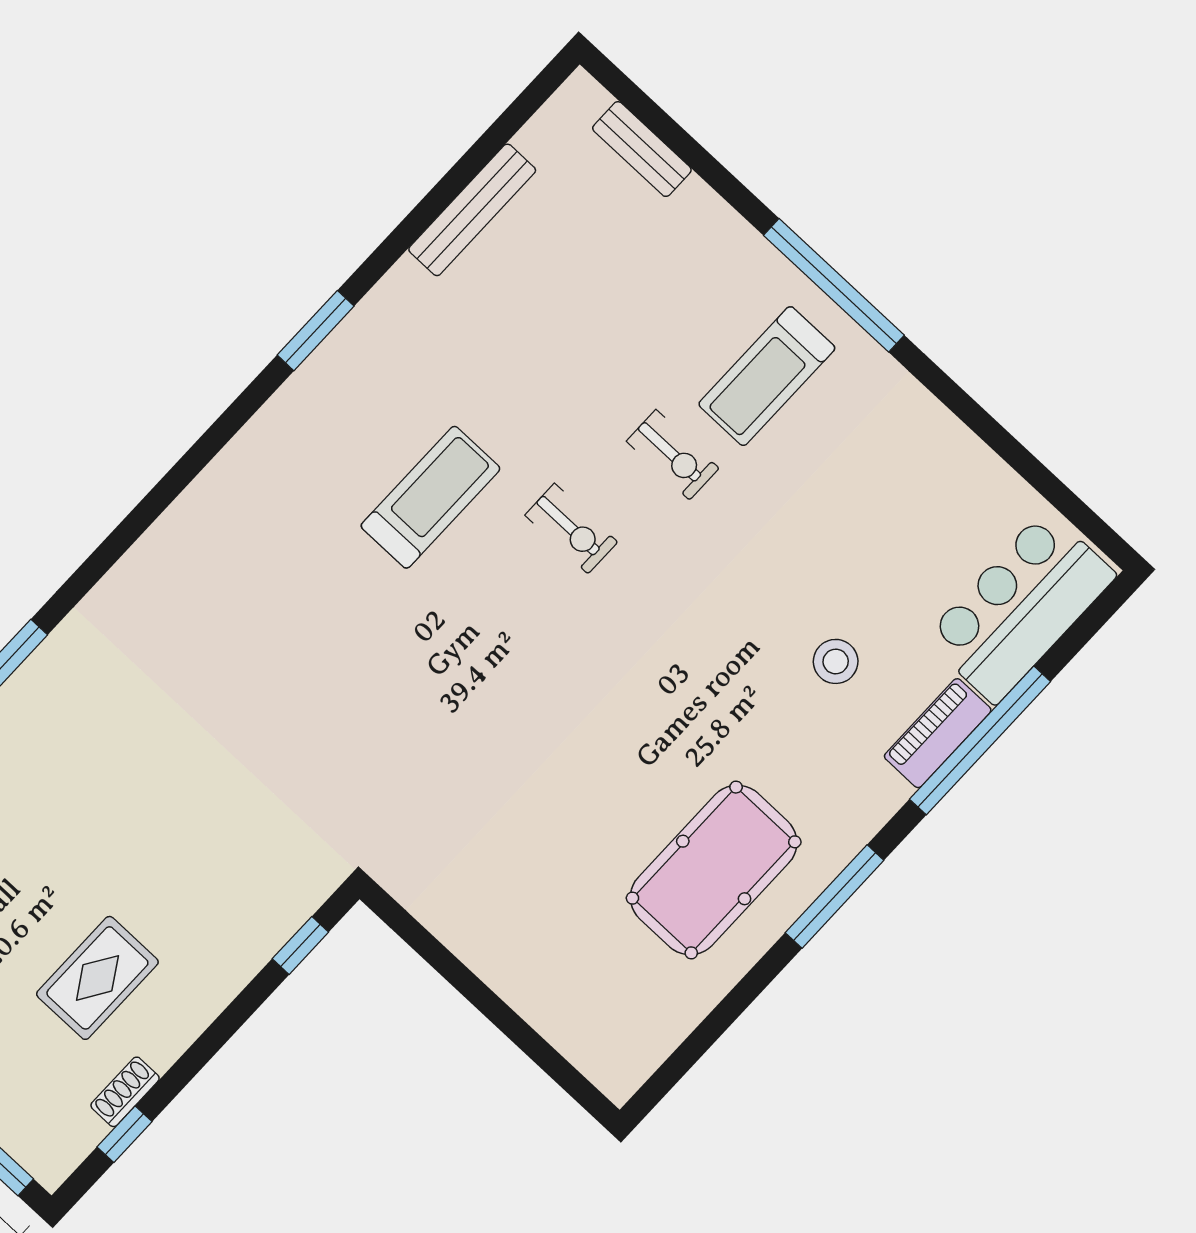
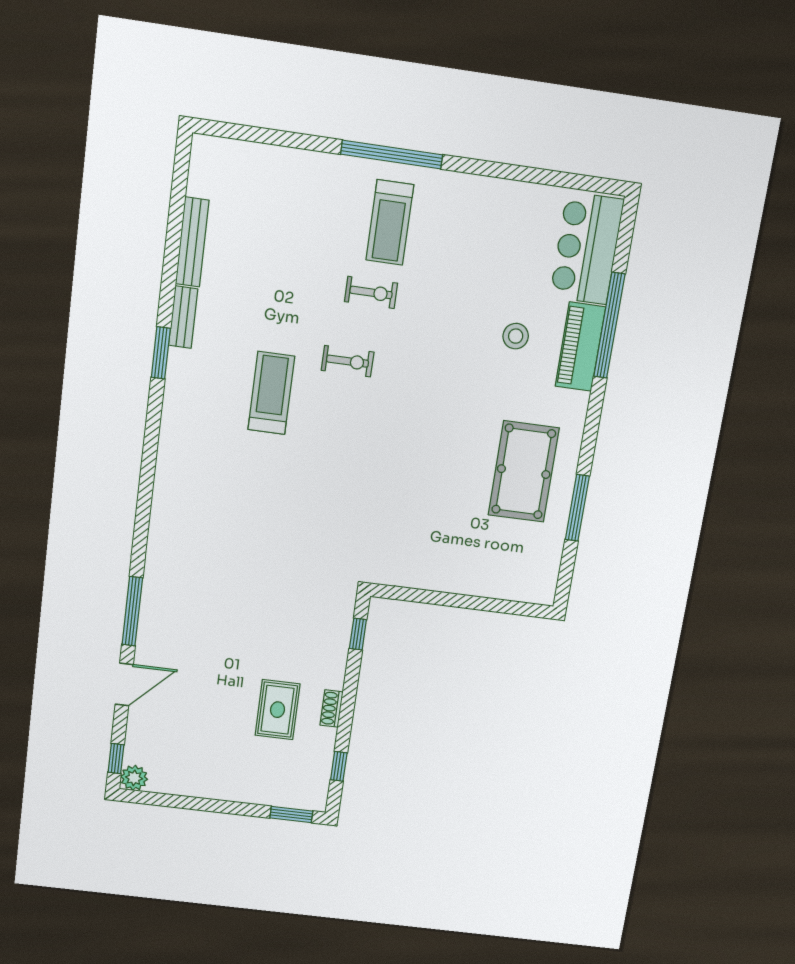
bench: (642, 149) -> (183, 317), moved, turned 90
piano: (938, 733) -> (580, 347), width x1.37, depth x1.33
window: (835, 896) -> (577, 508), moved
shoe rack: (125, 1092) -> (332, 708), moved

